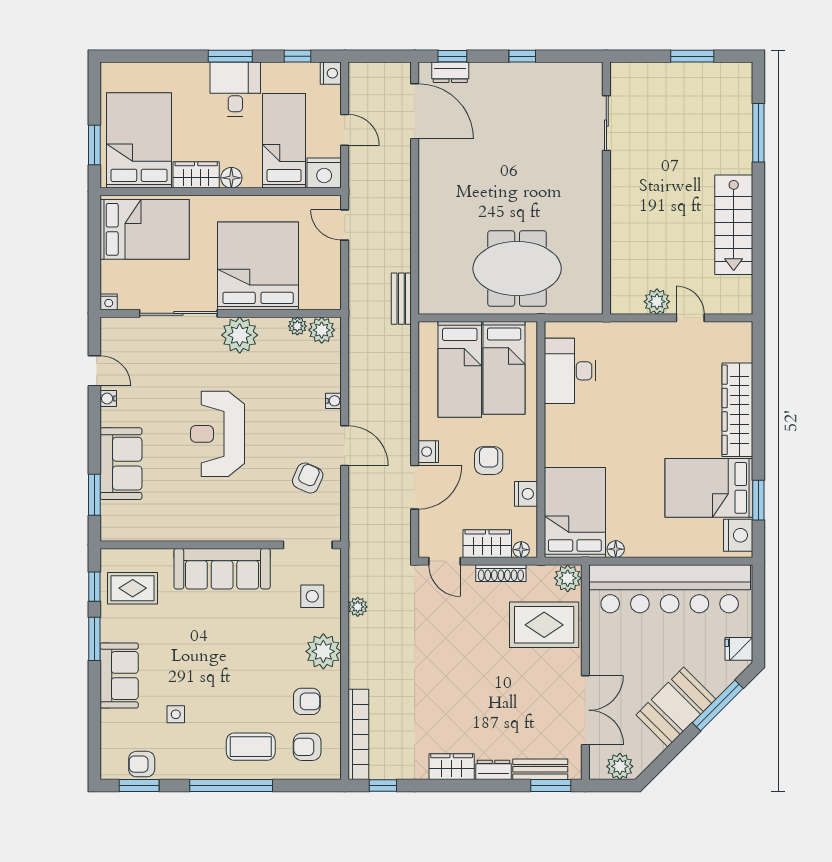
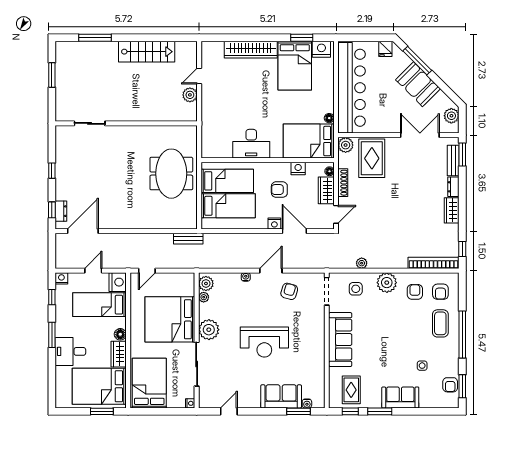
desk: (235, 89) -> (70, 351), moved
desk: (570, 371) -> (251, 144), moved
water cooler: (108, 399) -> (307, 404), moved
armchair: (308, 478) -> (289, 291), turned 82

